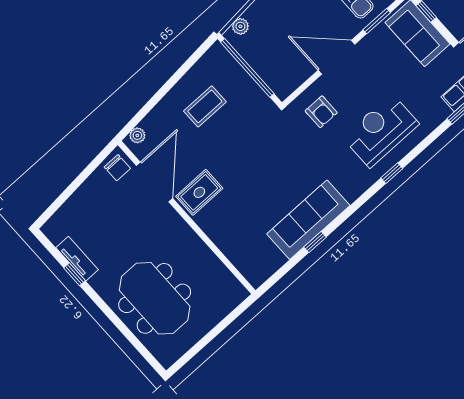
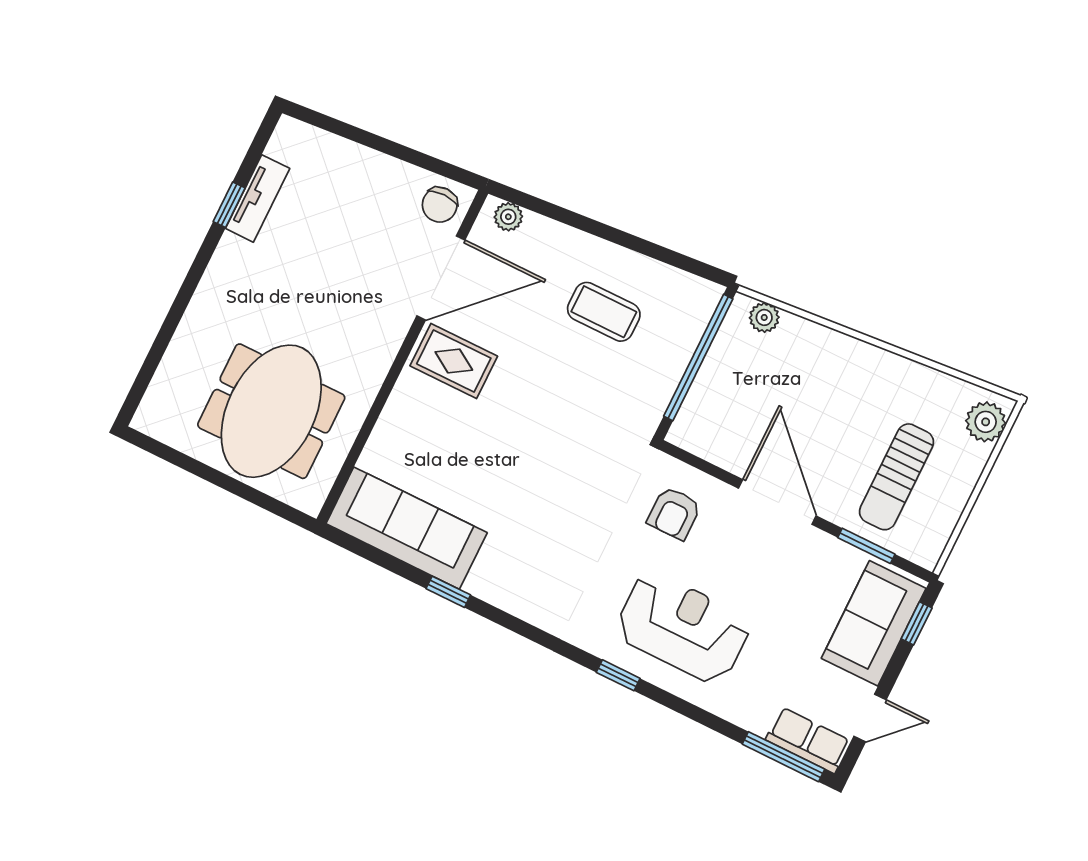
sofa: (308, 220) -> (407, 528), moved
meeting table: (155, 298) -> (271, 411), moved

